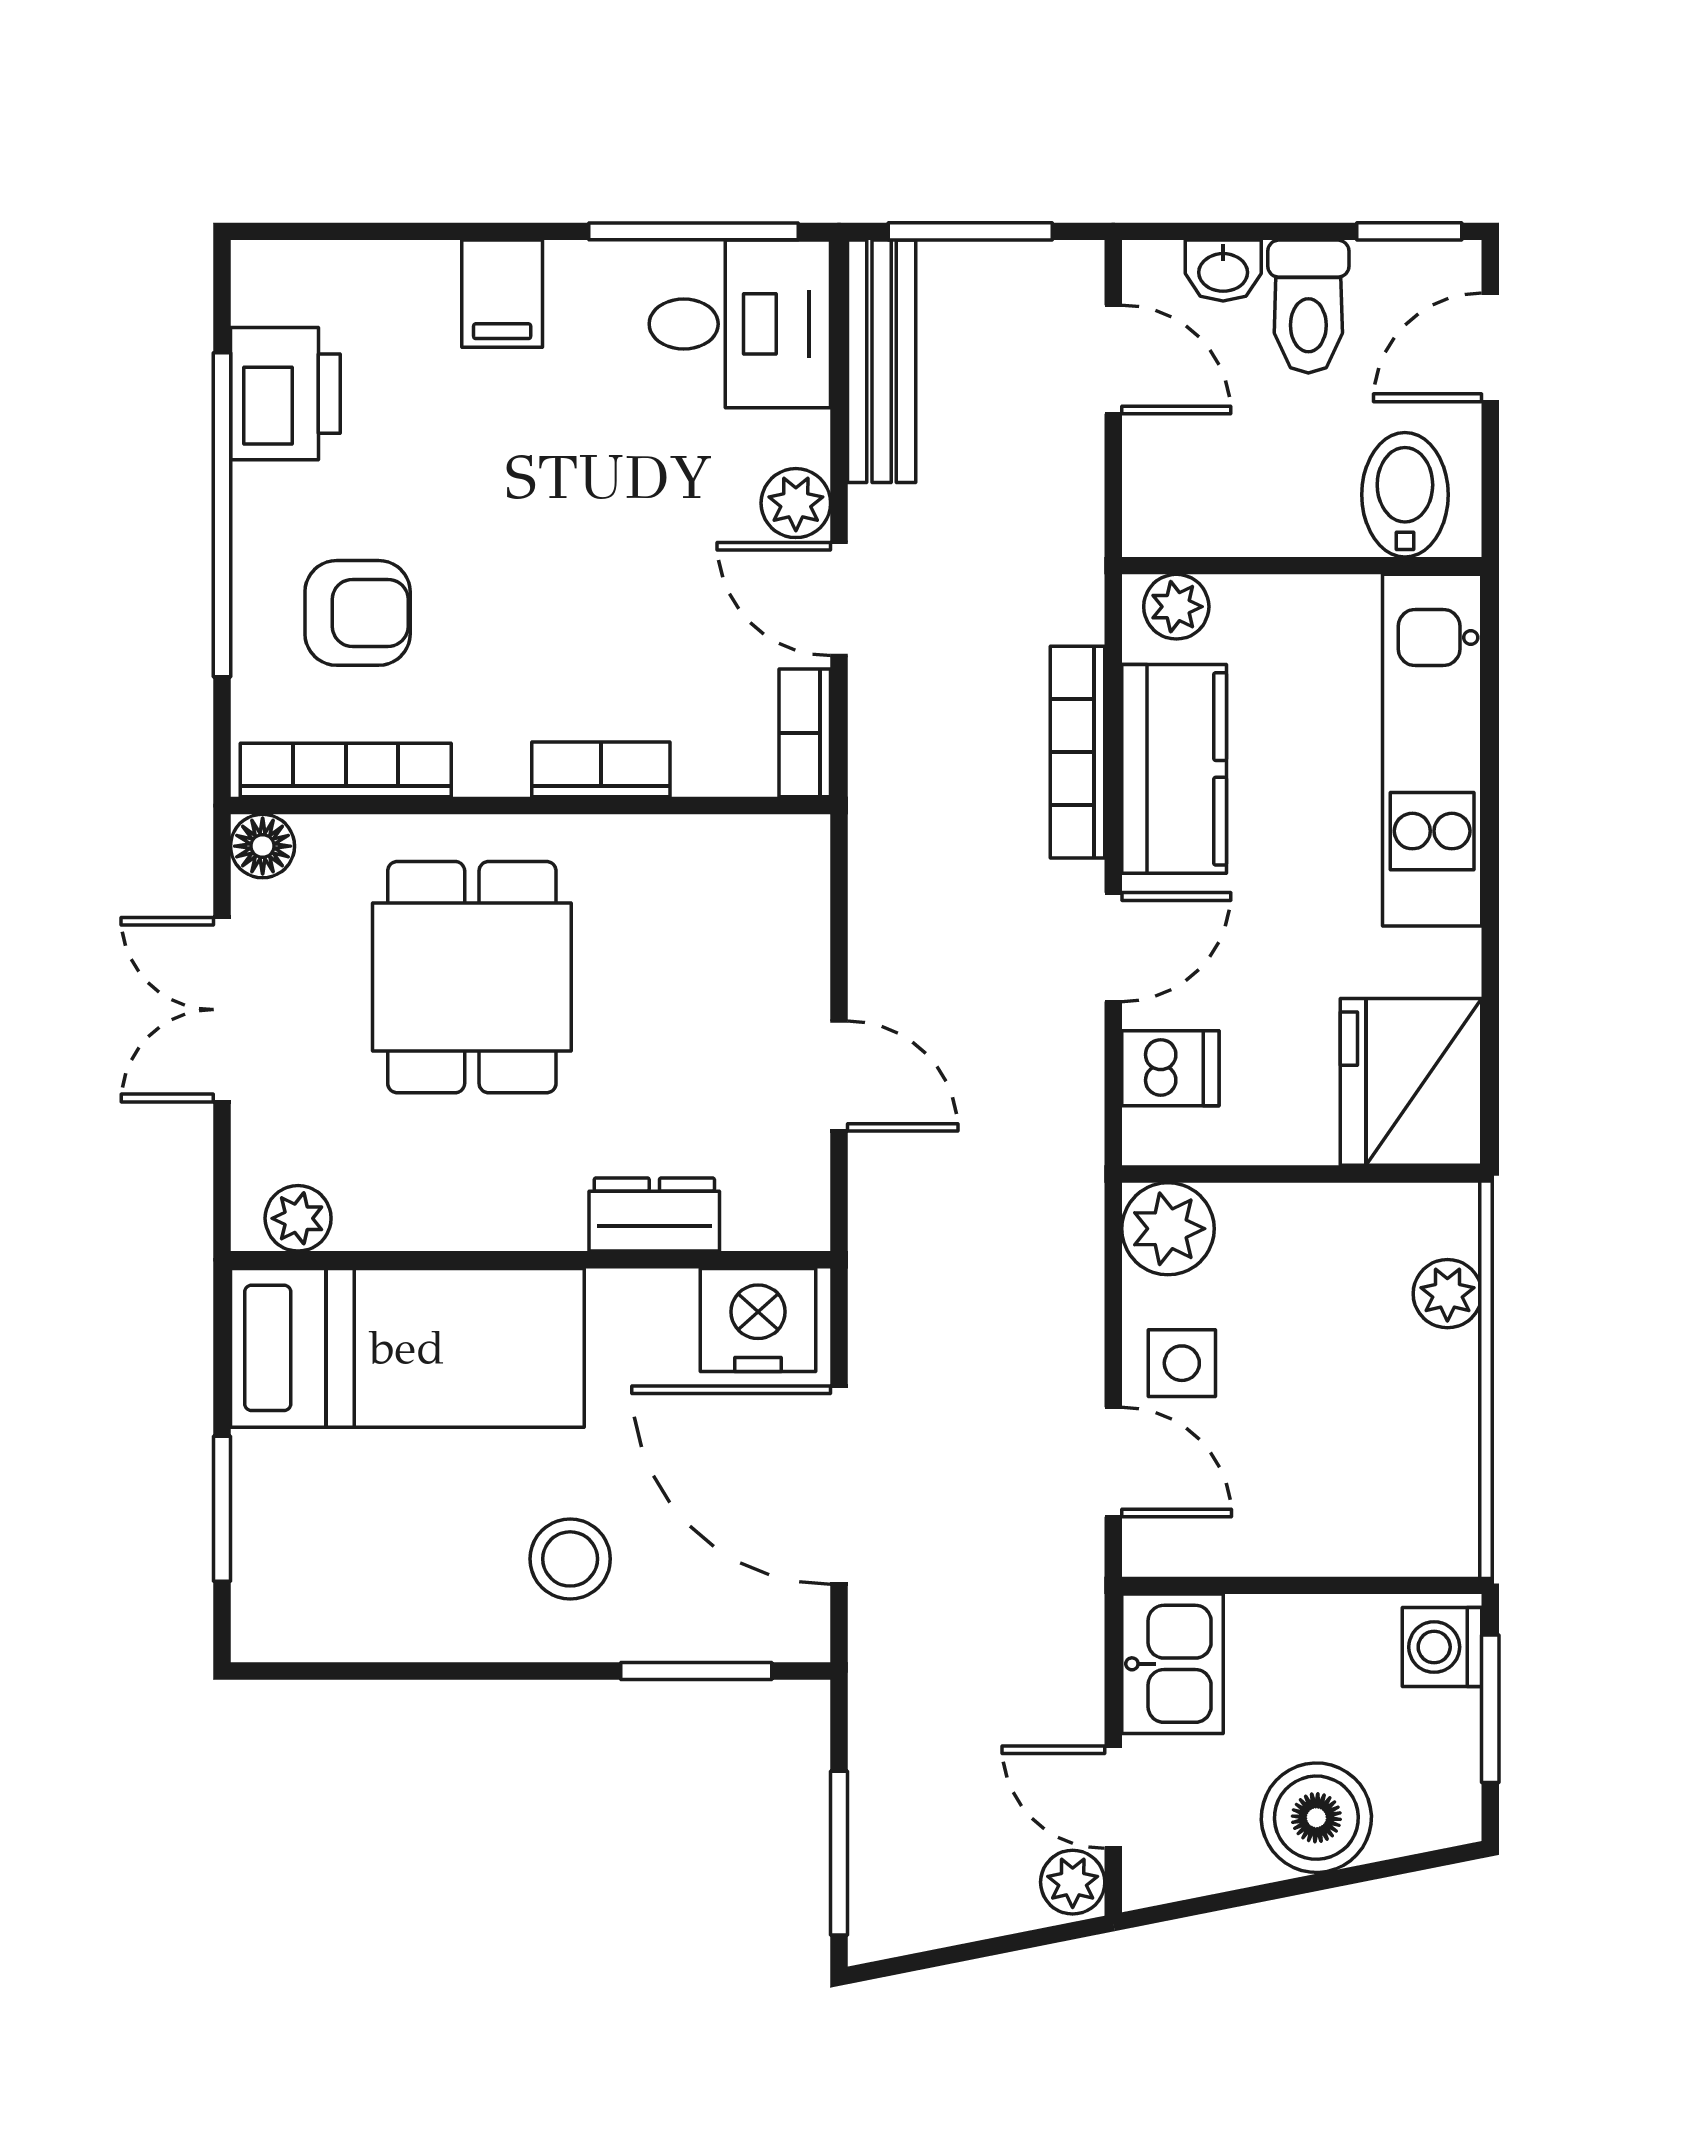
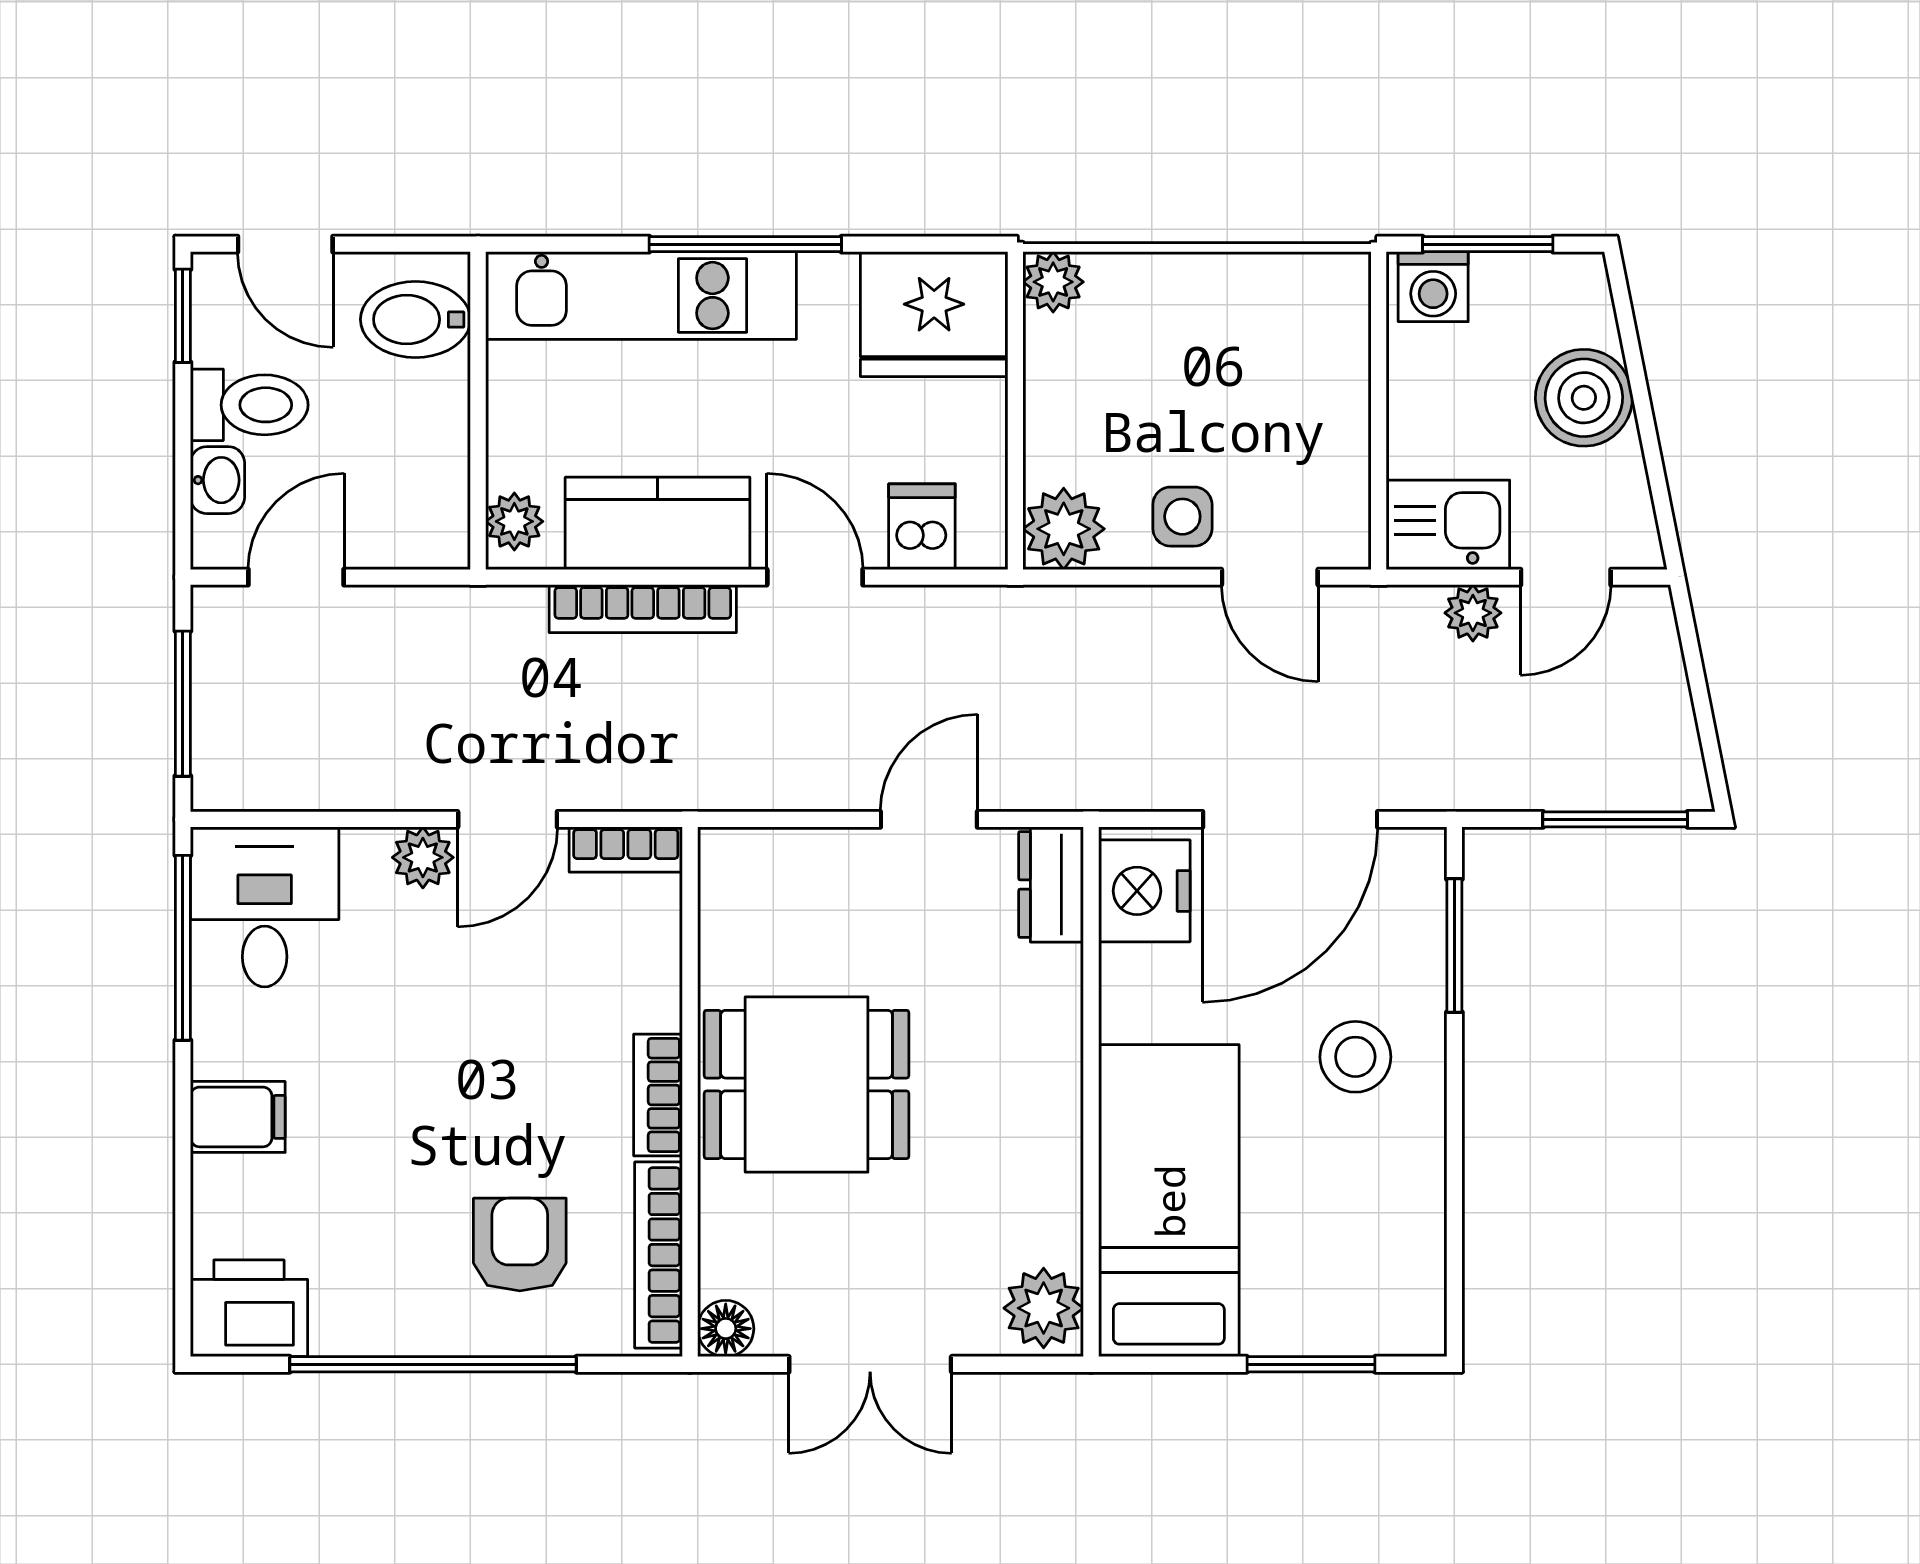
bench: (882, 361) -> (298, 782), removed
printer: (285, 394) -> (249, 1308), moved
bookcase: (601, 769) -> (658, 1095), moved
window: (1490, 868) -> (745, 244), added
dining table: (472, 977) -> (807, 1084), moved
dresser: (654, 1214) -> (1051, 884), moved
plant: (298, 1218) -> (1044, 1308), width x1.38, depth x1.38
plant: (1447, 1294) -> (1053, 282), moved
door: (1113, 1462) -> (1270, 577), swing flipped
plant: (1073, 1882) -> (1473, 613), moved

